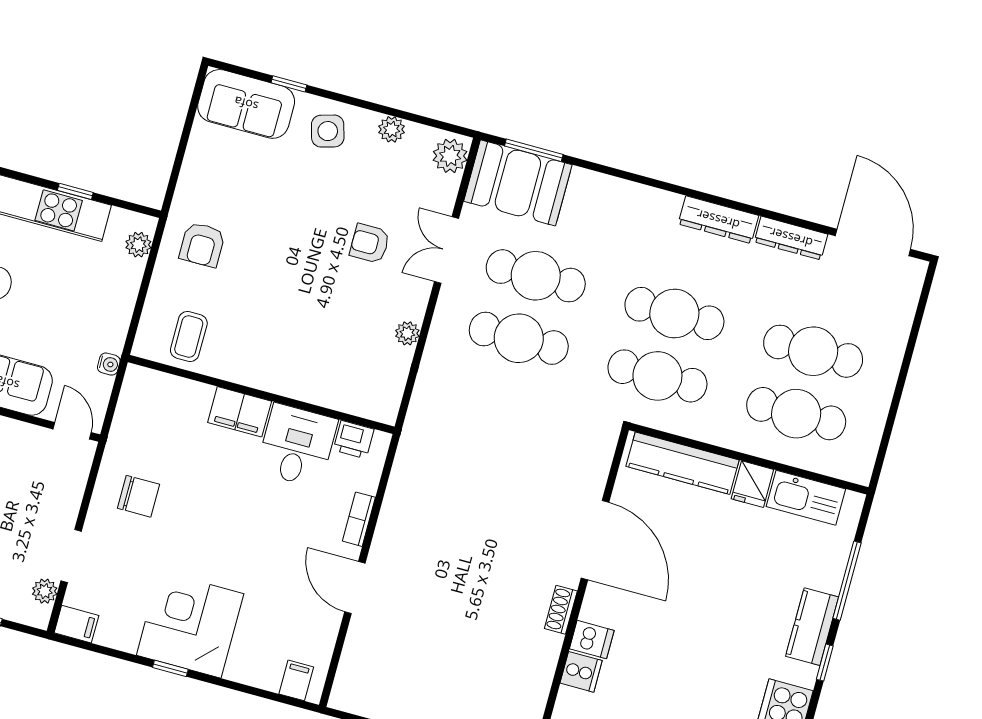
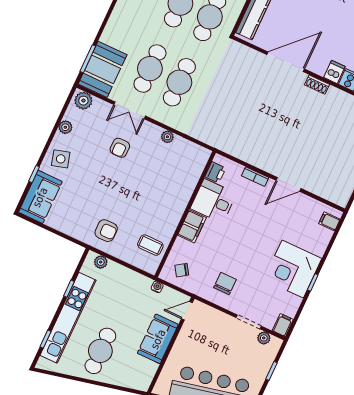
chair: (150, 407) -> (182, 270), added

